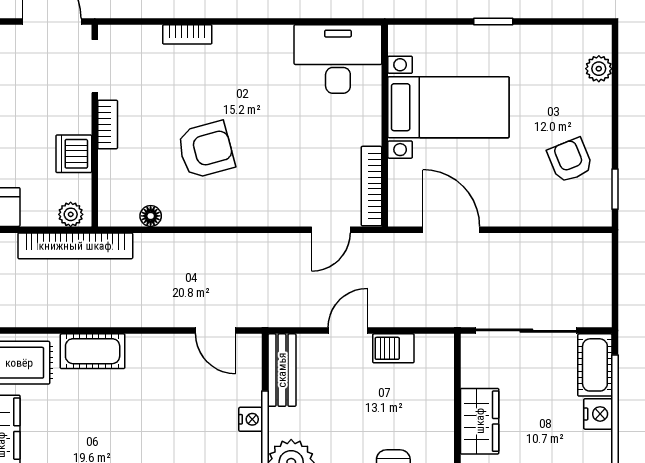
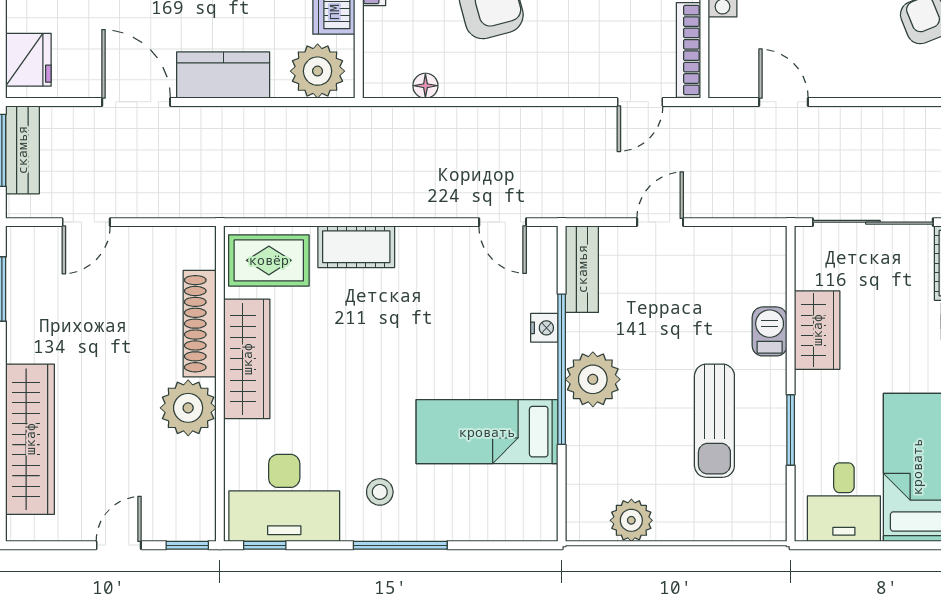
plant: (71, 214) -> (318, 71), width x1.87, depth x1.87
door: (451, 230) -> (783, 102), width x0.73
bookcase: (75, 246) -> (336, 121), removed
barbecue: (393, 348) -> (770, 331), moved, turned 90

